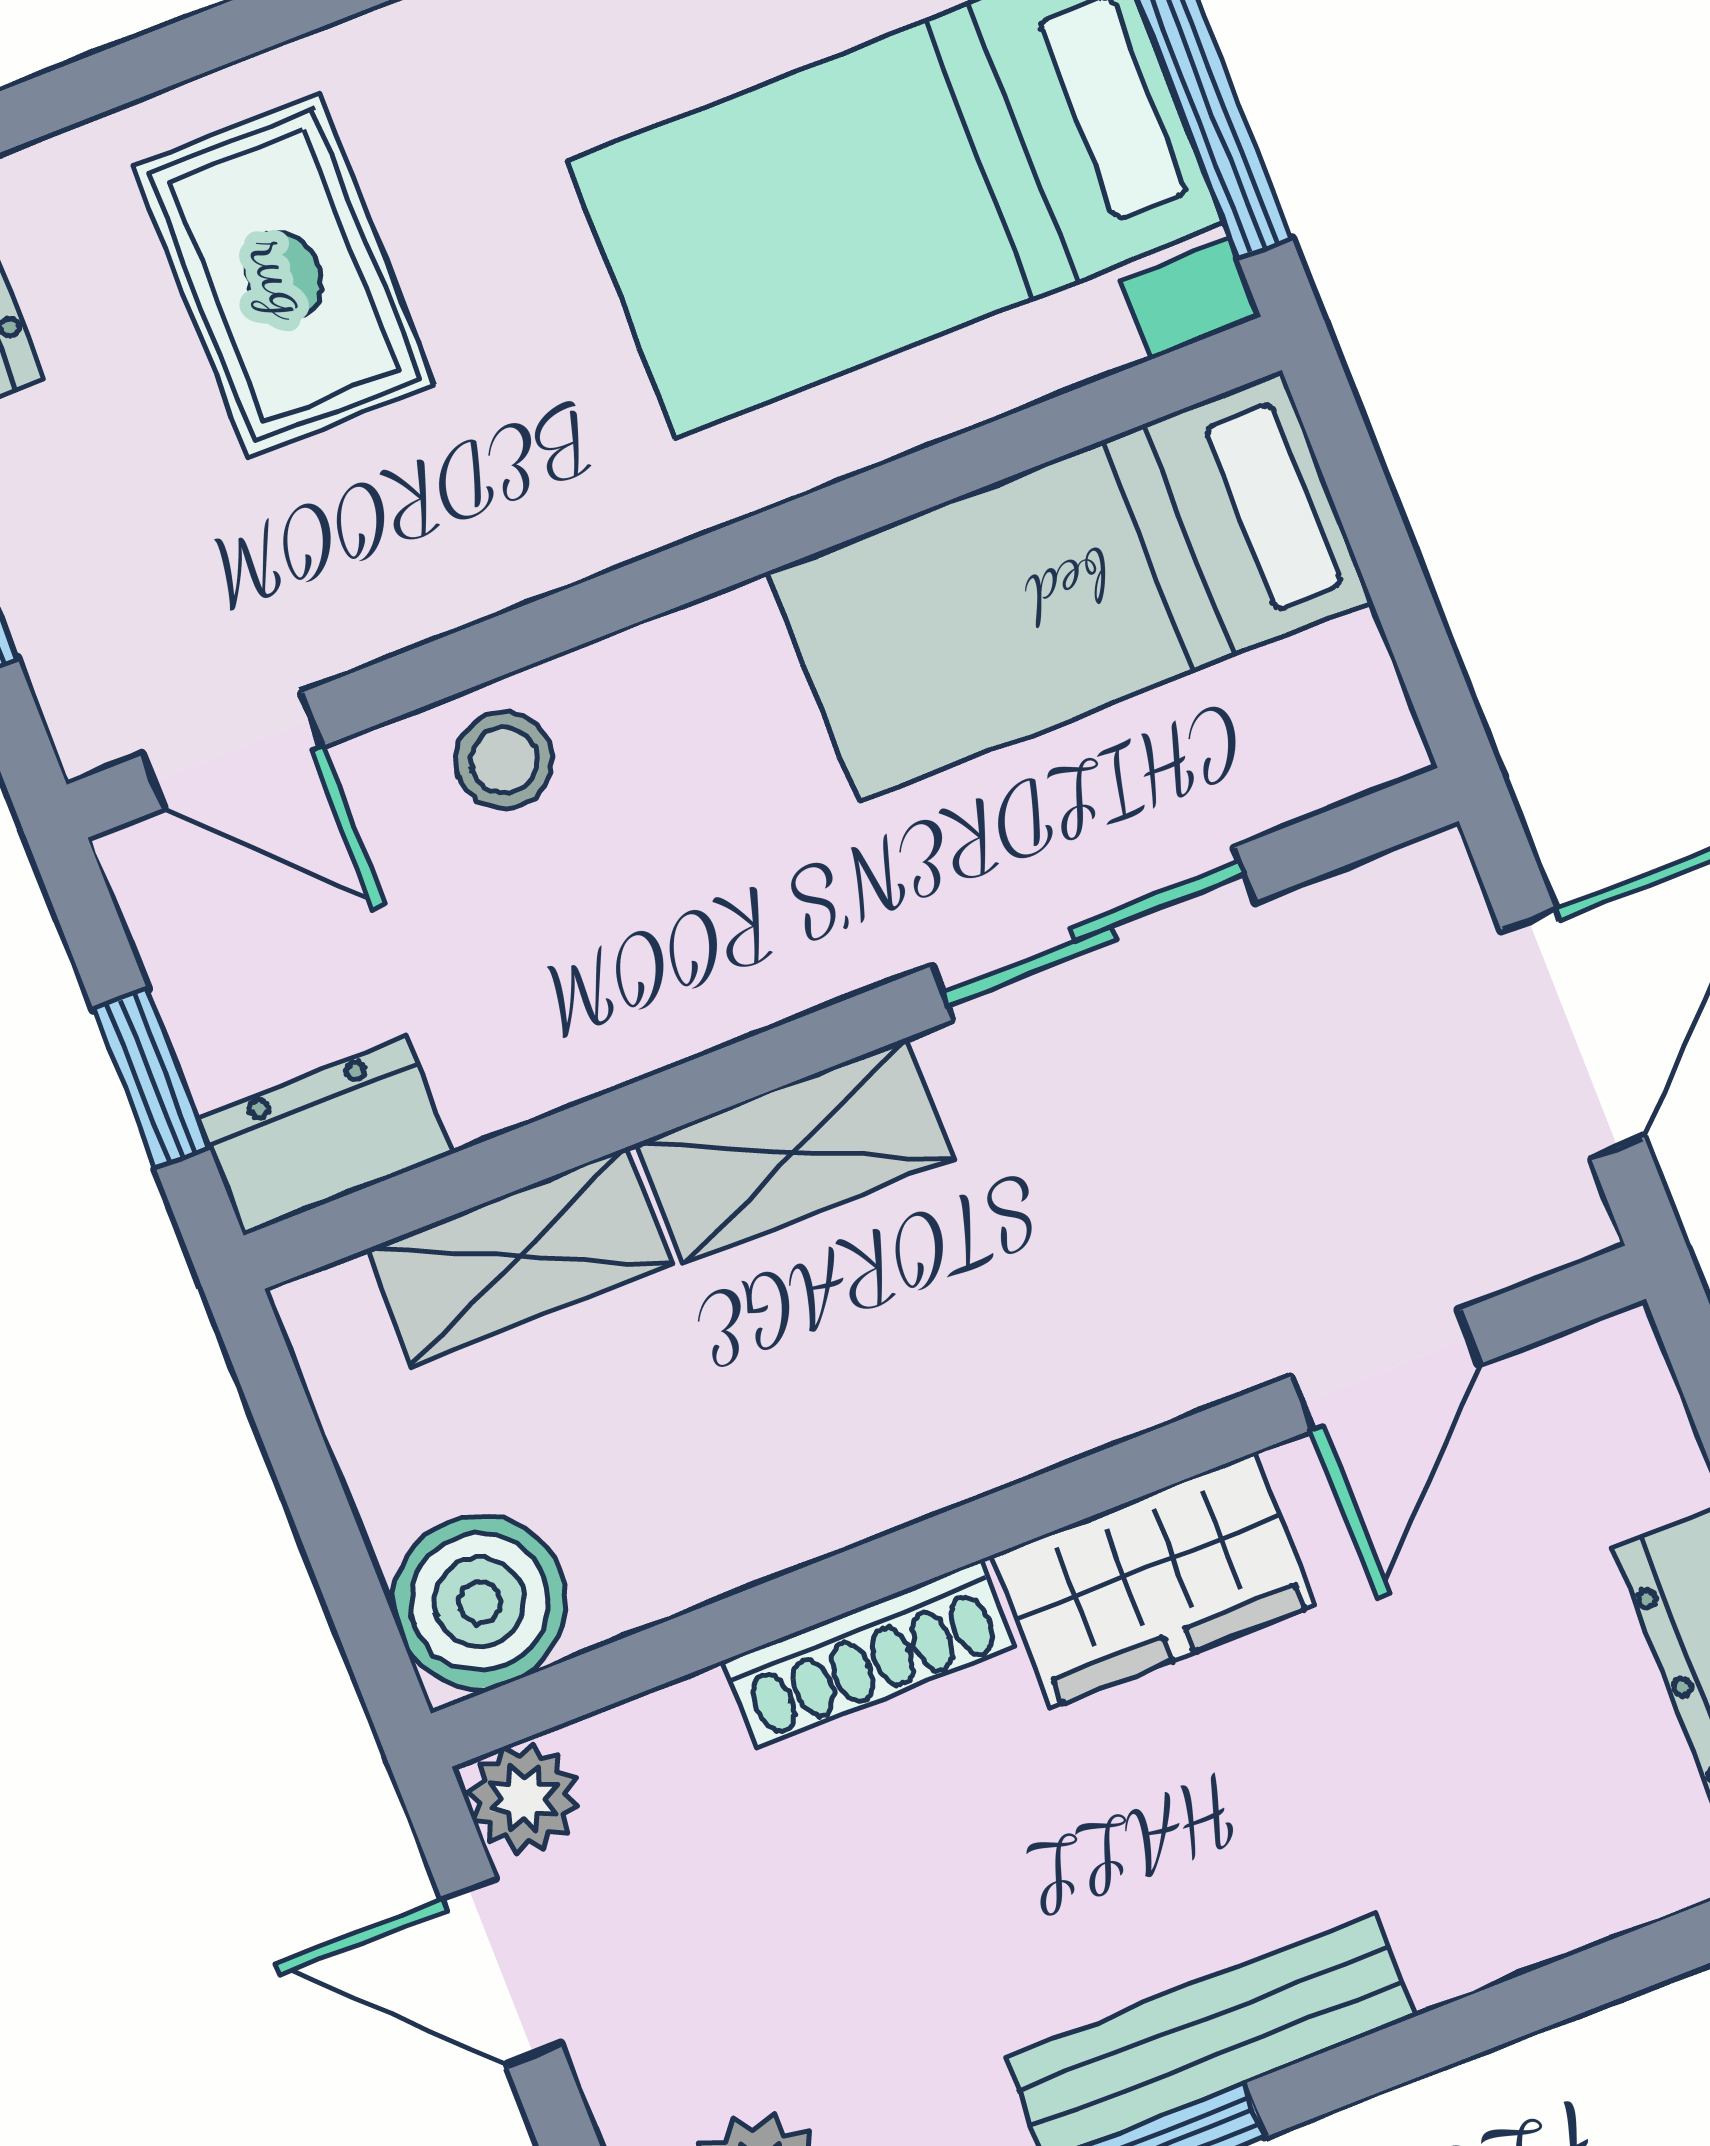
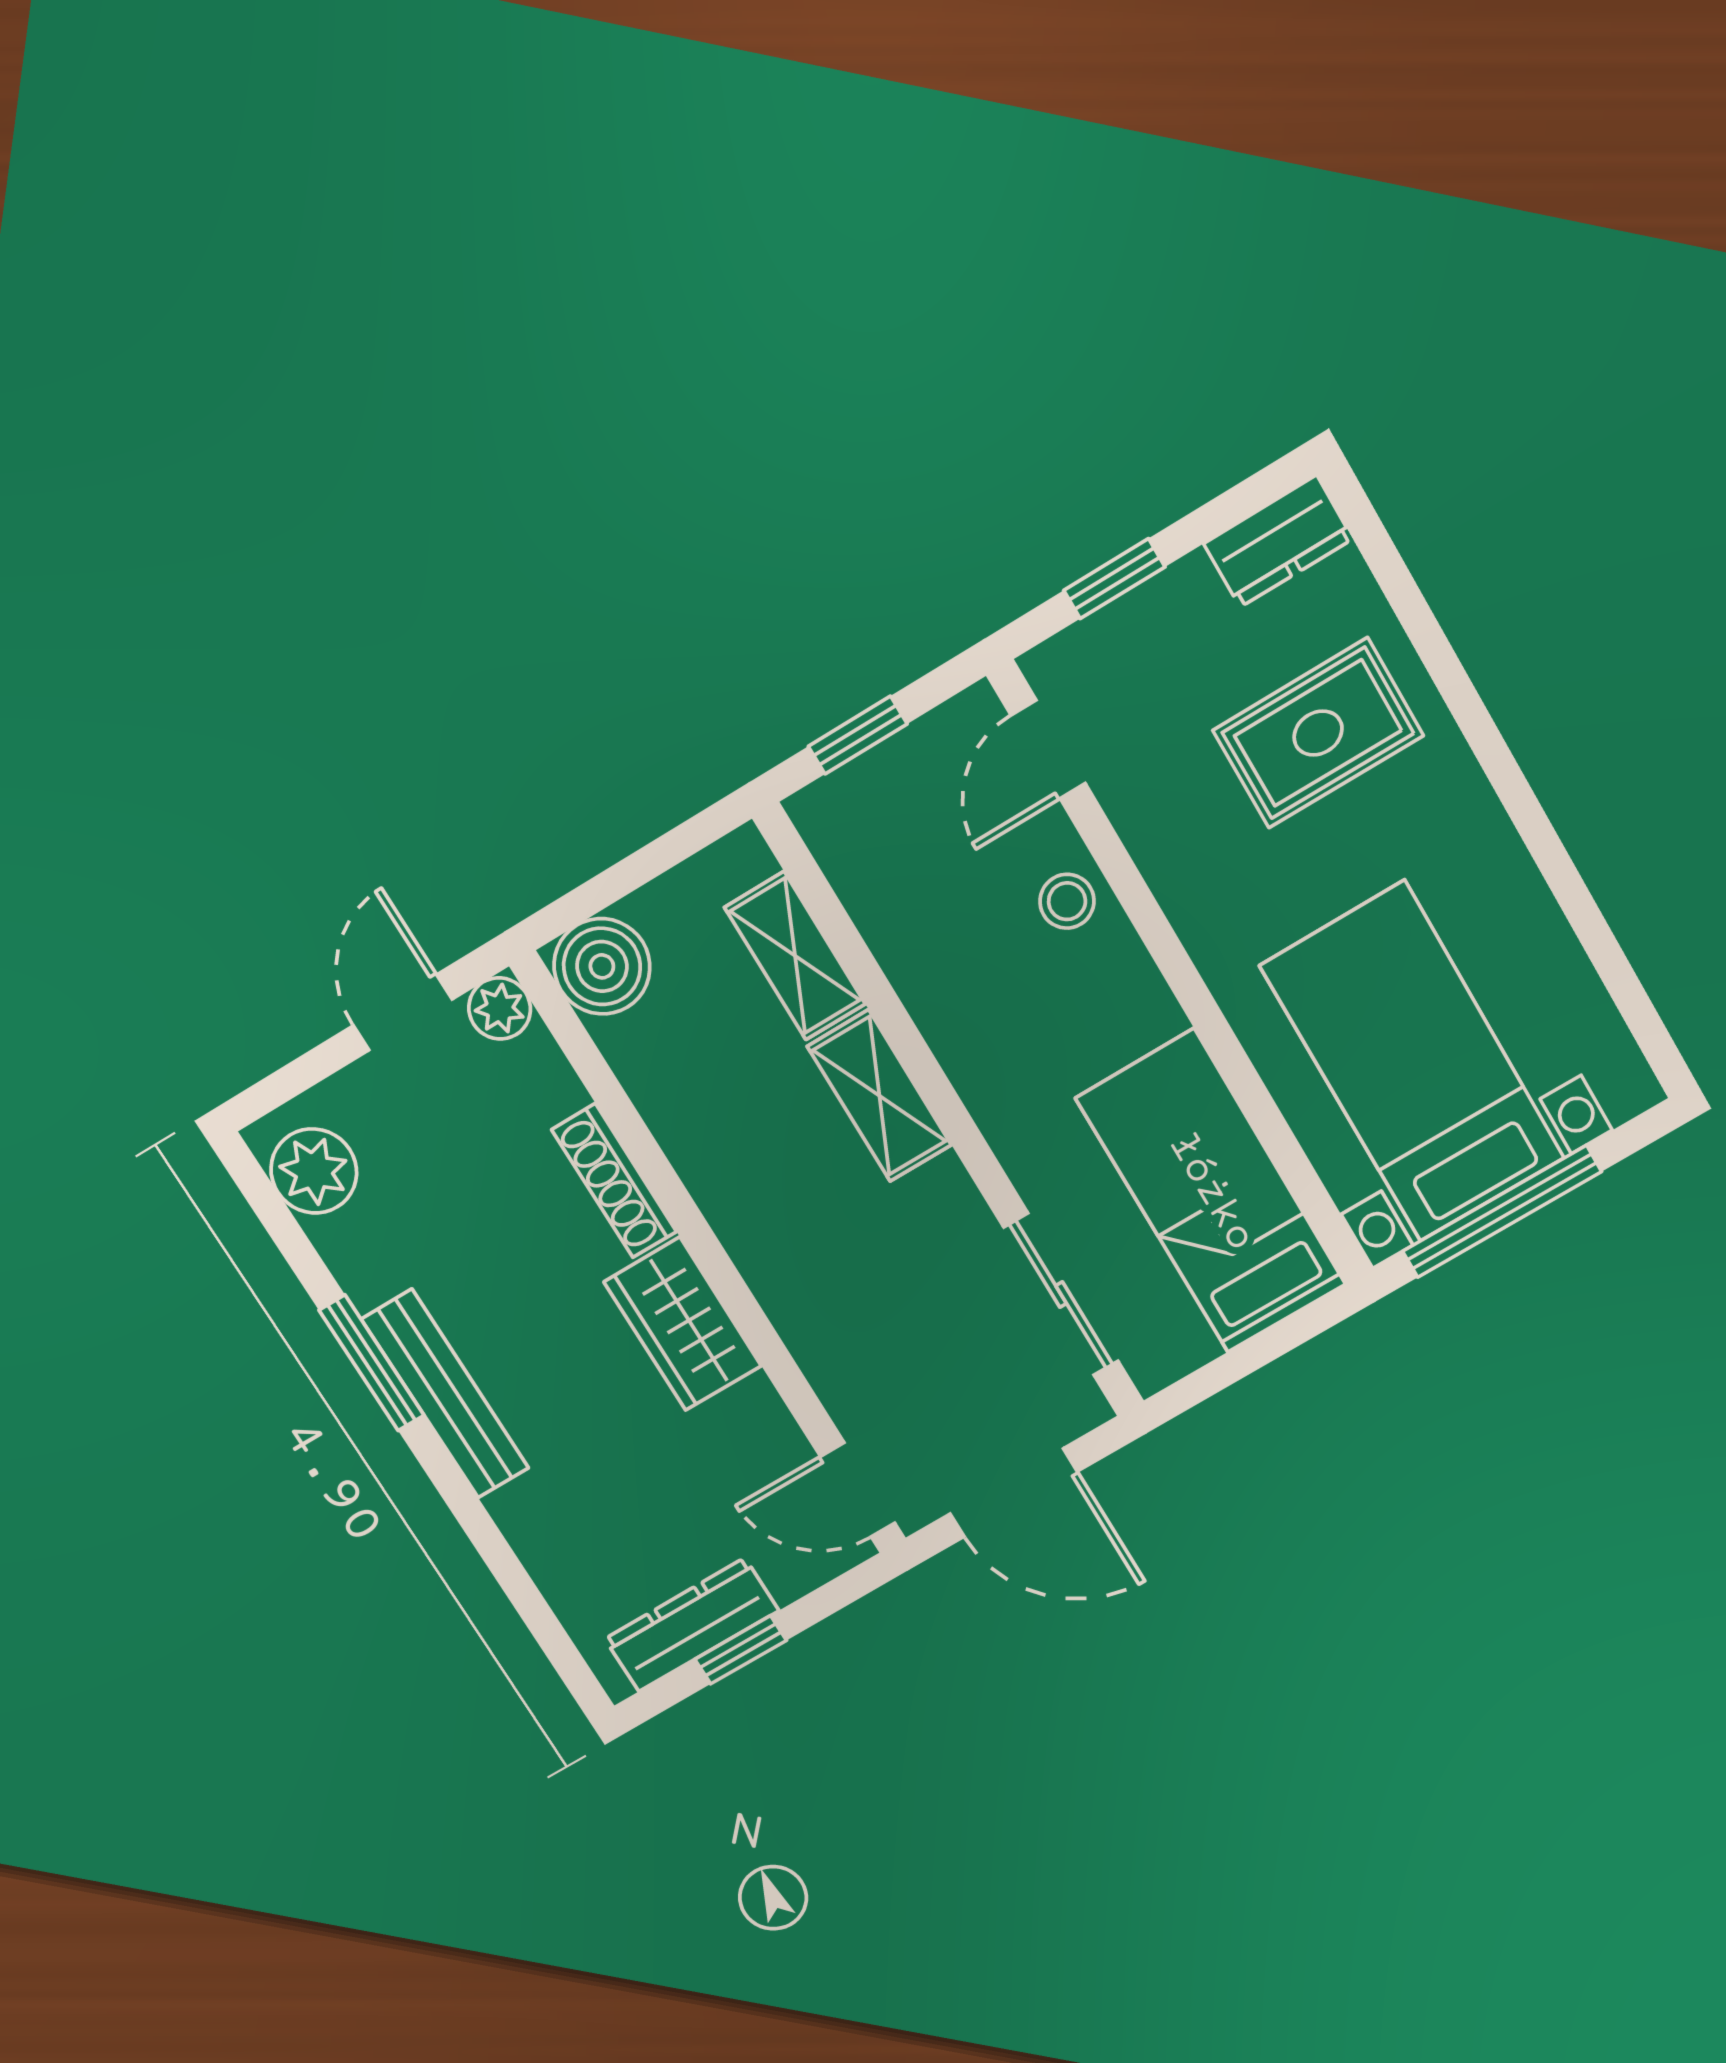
sliding door: (1094, 933) -> (1061, 1295), moved
dresser: (325, 1136) -> (843, 838), removed
door: (1385, 1370) -> (858, 1490), moved

